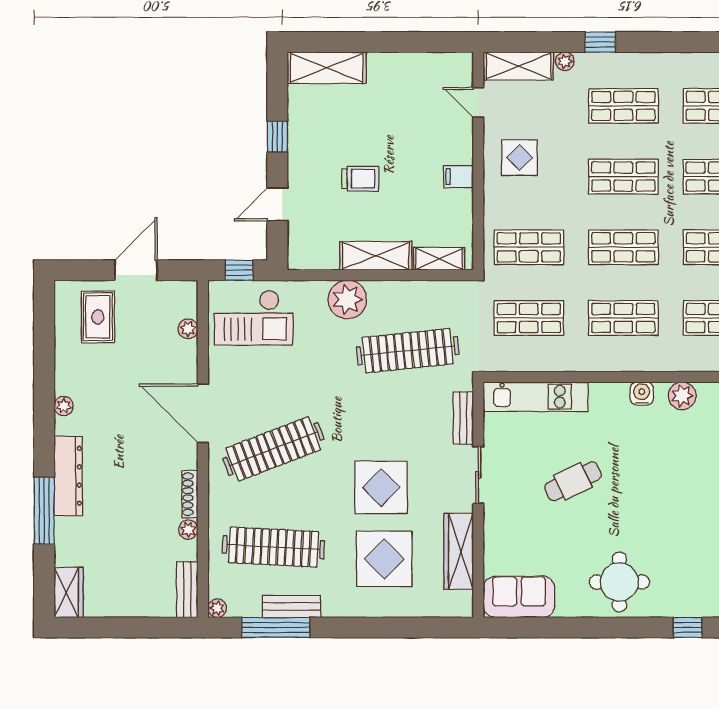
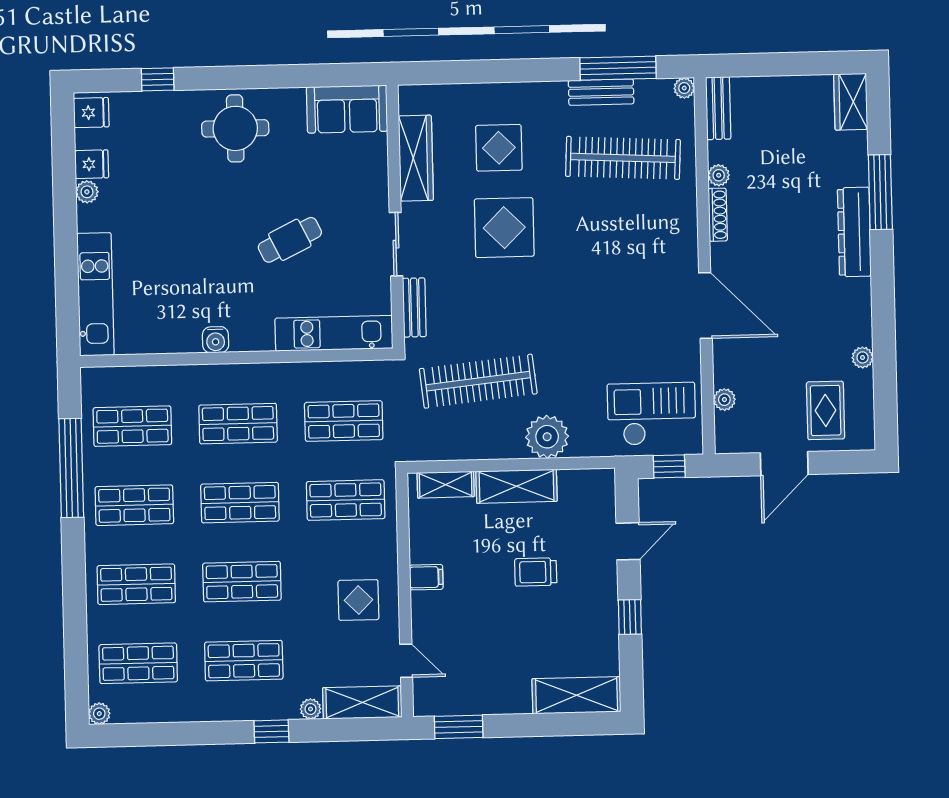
window: (433, 42) -> (459, 727), added
plant: (682, 396) -> (170, 338), removed
plant: (64, 406) -> (863, 357), moved
clothes rail: (273, 449) -> (626, 268), removed
display table: (384, 559) -> (499, 148), width x0.73, depth x0.73

